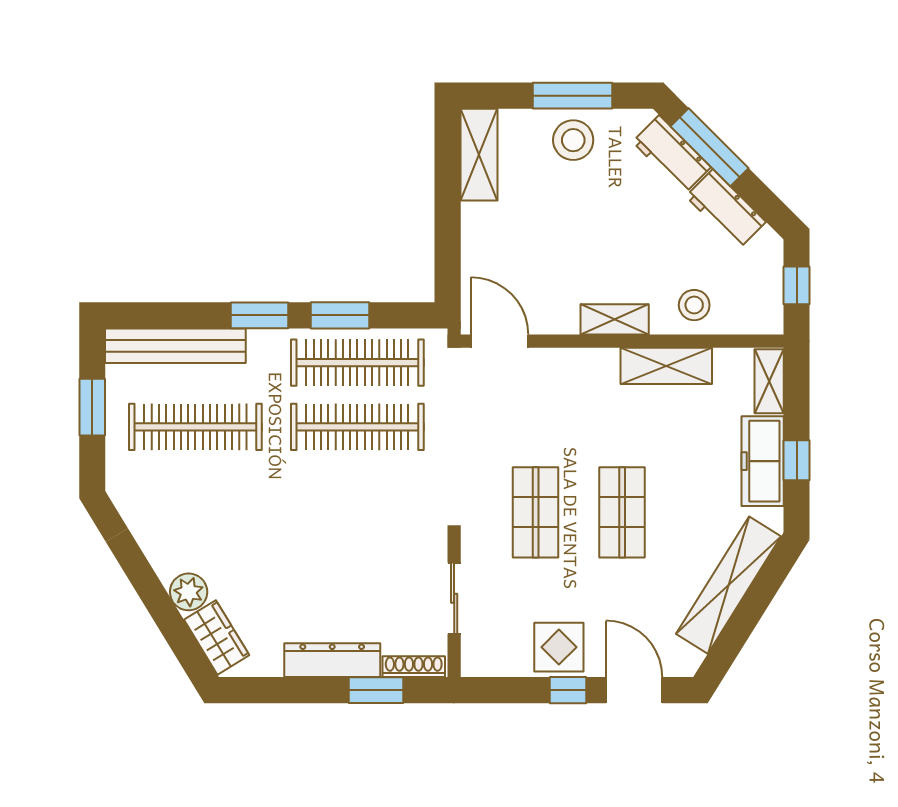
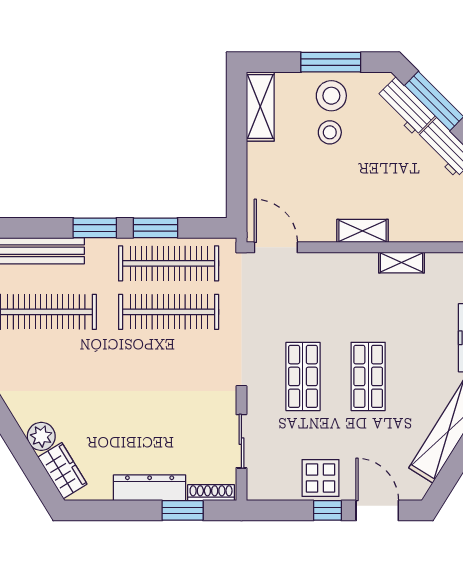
stool: (694, 305) -> (330, 132), moved
shelving: (666, 366) -> (401, 262), width x0.67, depth x0.75

